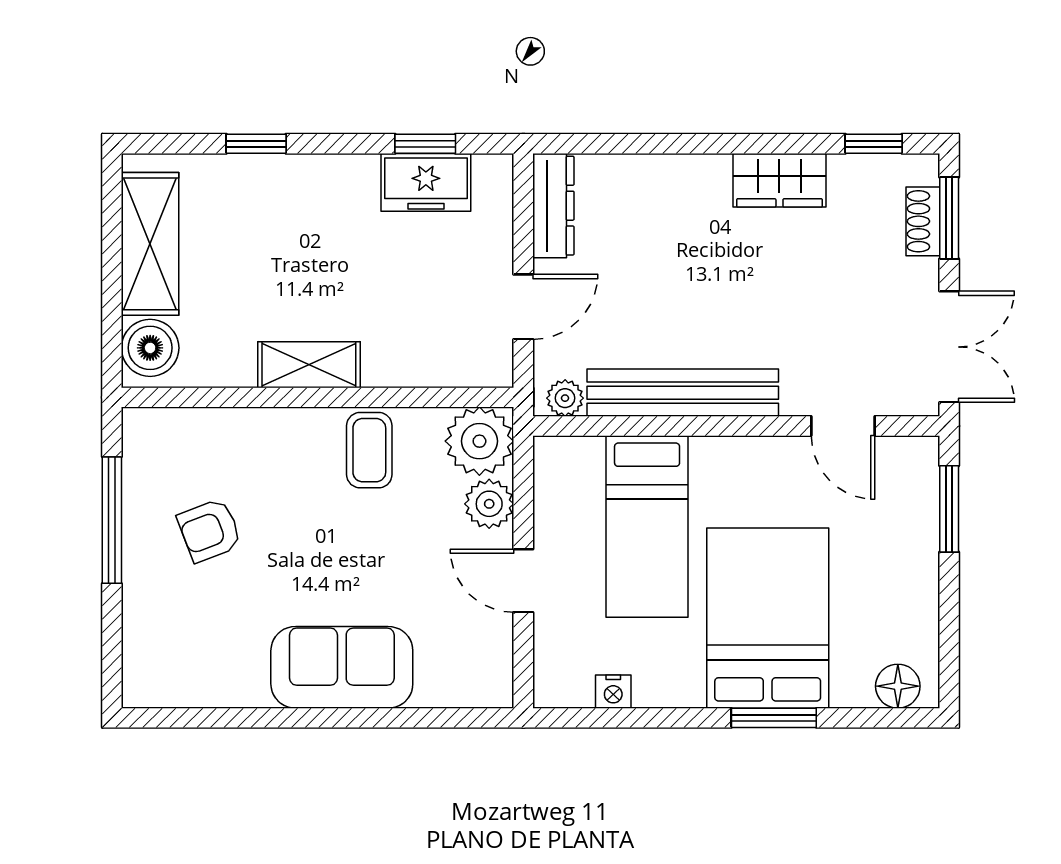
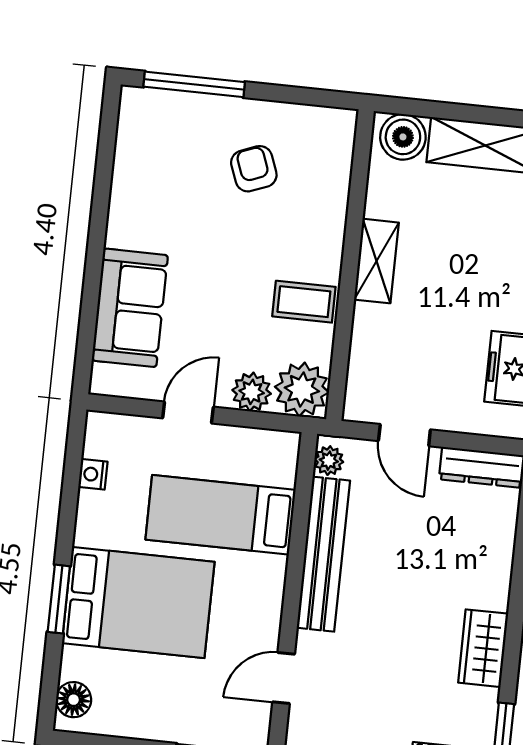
window: (112, 520) -> (194, 84), moved
sofa: (342, 667) -> (130, 308), moved

